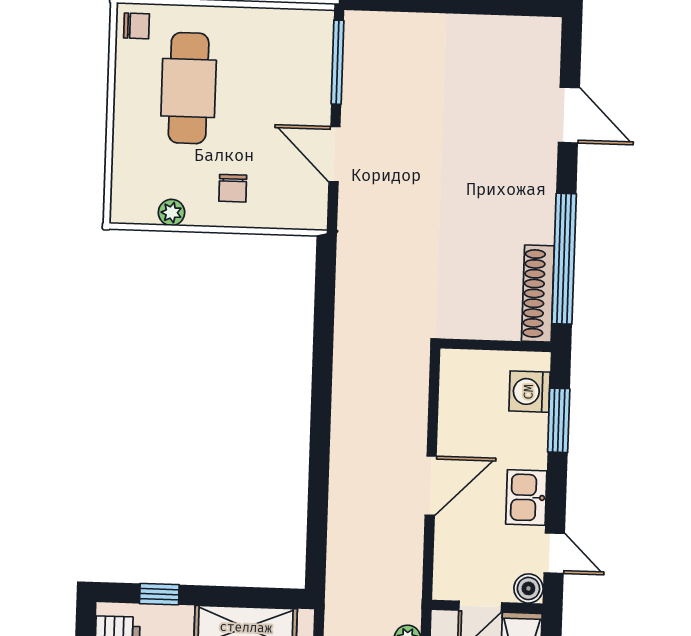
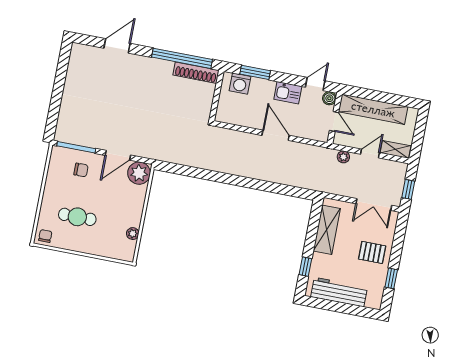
cafe table: (189, 88) -> (77, 217), width x0.73, depth x0.74
chair: (233, 188) -> (81, 170), moved
plant: (303, 206) -> (139, 173), added

